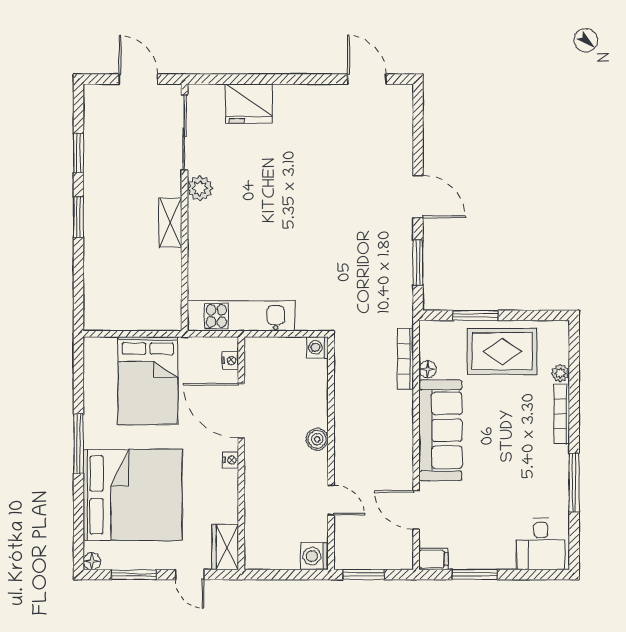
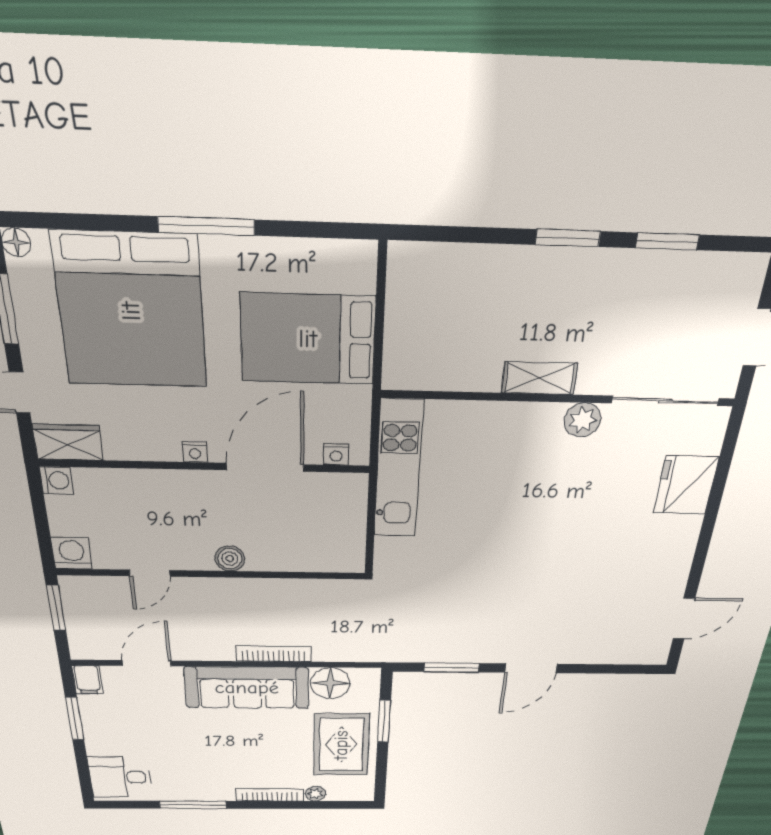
washing machine: (318, 347) -> (56, 480), moved, turned 90
bookcase: (406, 359) -> (274, 654), moved
floor lamp: (427, 369) -> (330, 683), width x1.89, depth x1.89

